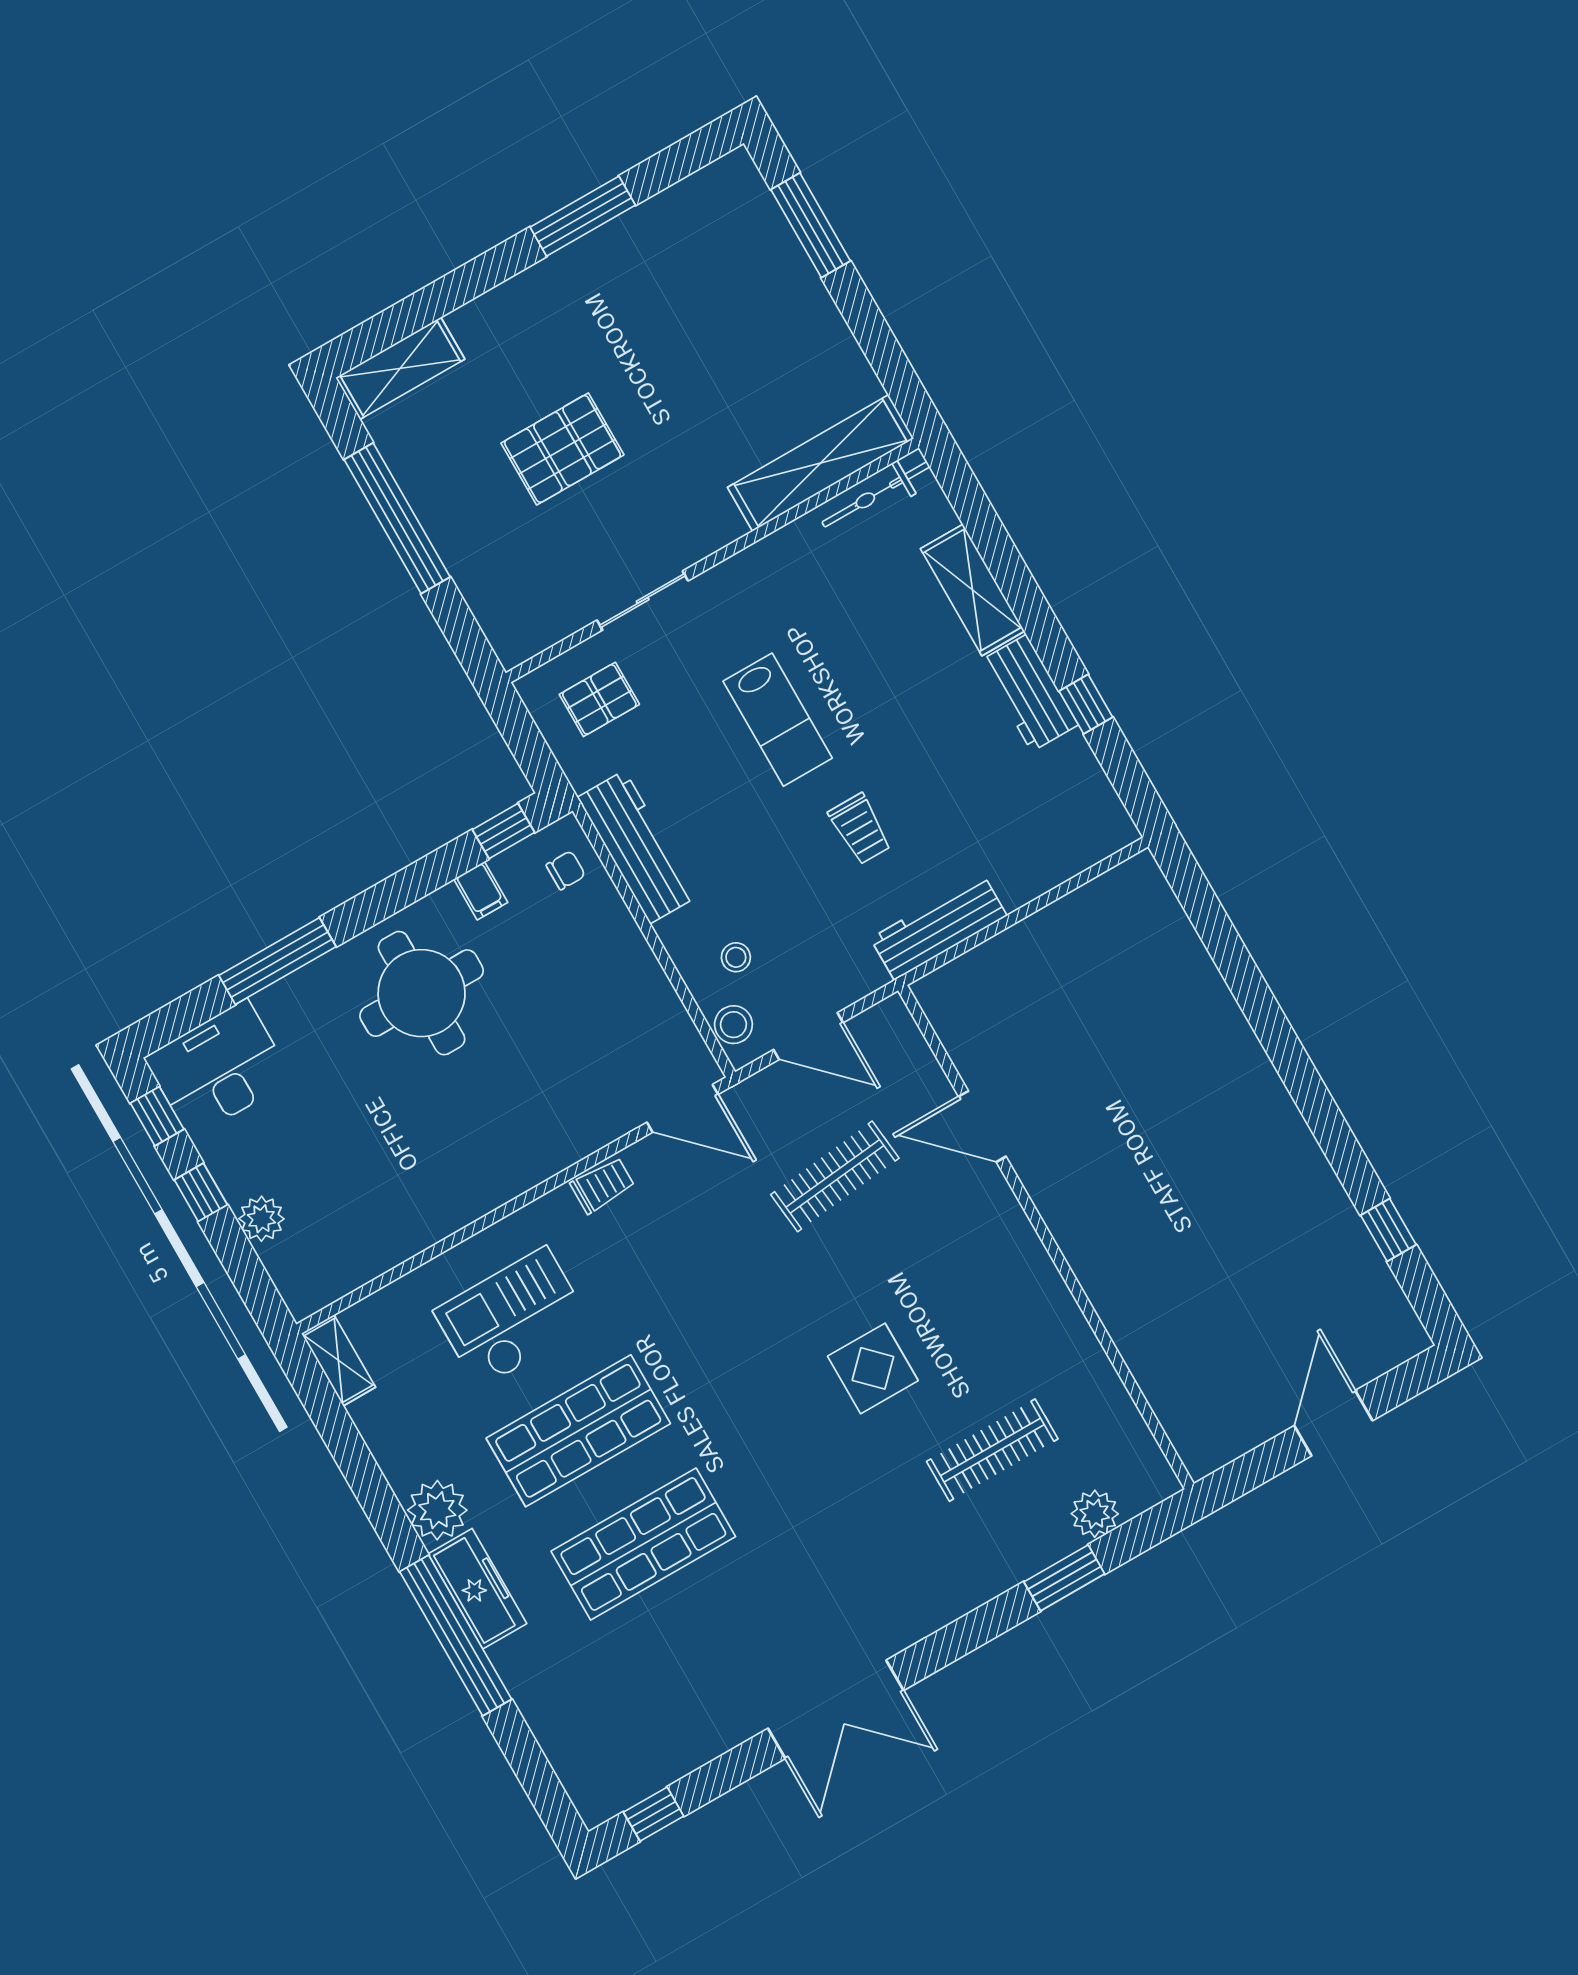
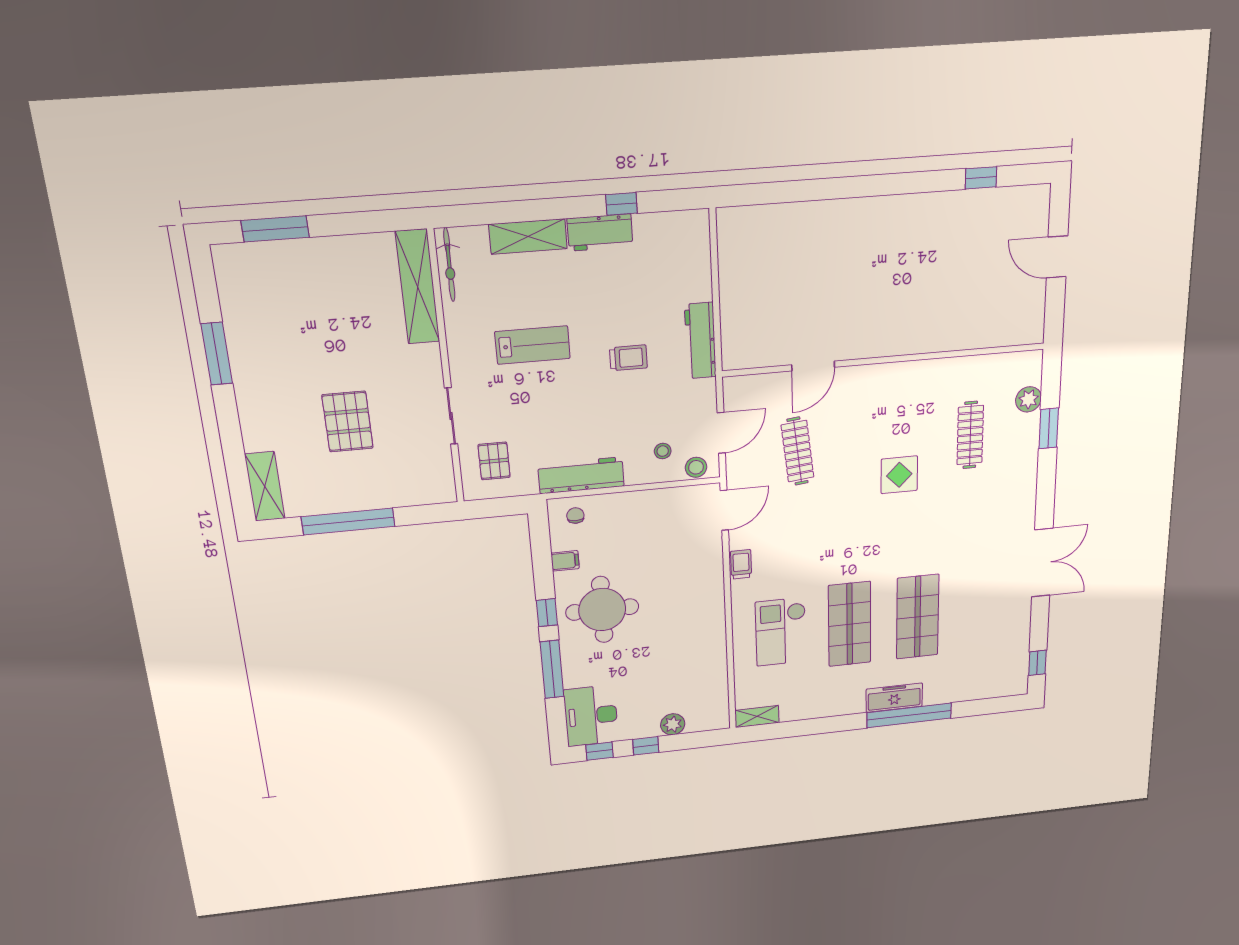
lab bench: (778, 720) -> (533, 345), moved
window: (504, 831) -> (547, 613), moved
plant: (437, 1510) -> (849, 701), removed

